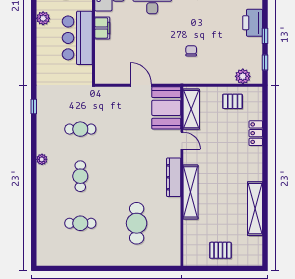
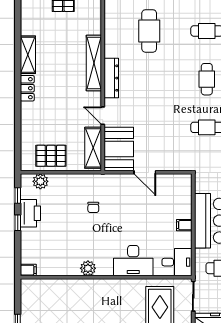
printer: (253, 23) -> (30, 213), moved
filing cabinet: (102, 28) -> (184, 225), width x0.50
pallet: (233, 101) -> (51, 156), width x1.50, depth x1.42
locker: (256, 133) -> (27, 88), moved
shelving: (255, 209) -> (28, 55), width x0.68

